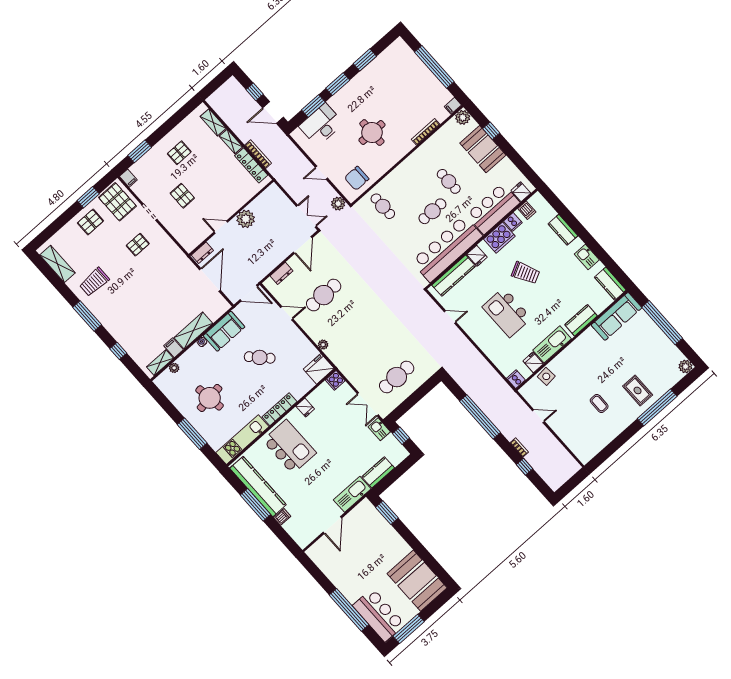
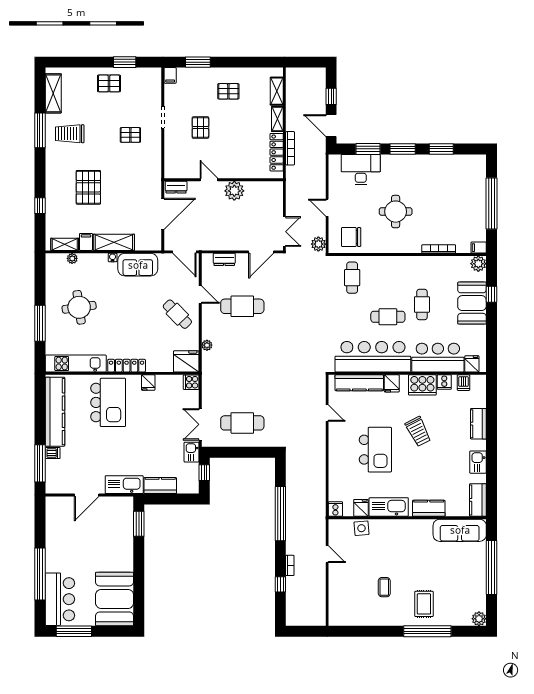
pallet: (117, 202) -> (88, 187), moved
kitchen island: (507, 313) -> (375, 450), turned 180
window: (87, 316) -> (40, 130), moved
cafe table: (260, 357) -> (177, 314), moved
window: (255, 505) -> (40, 463), moved

